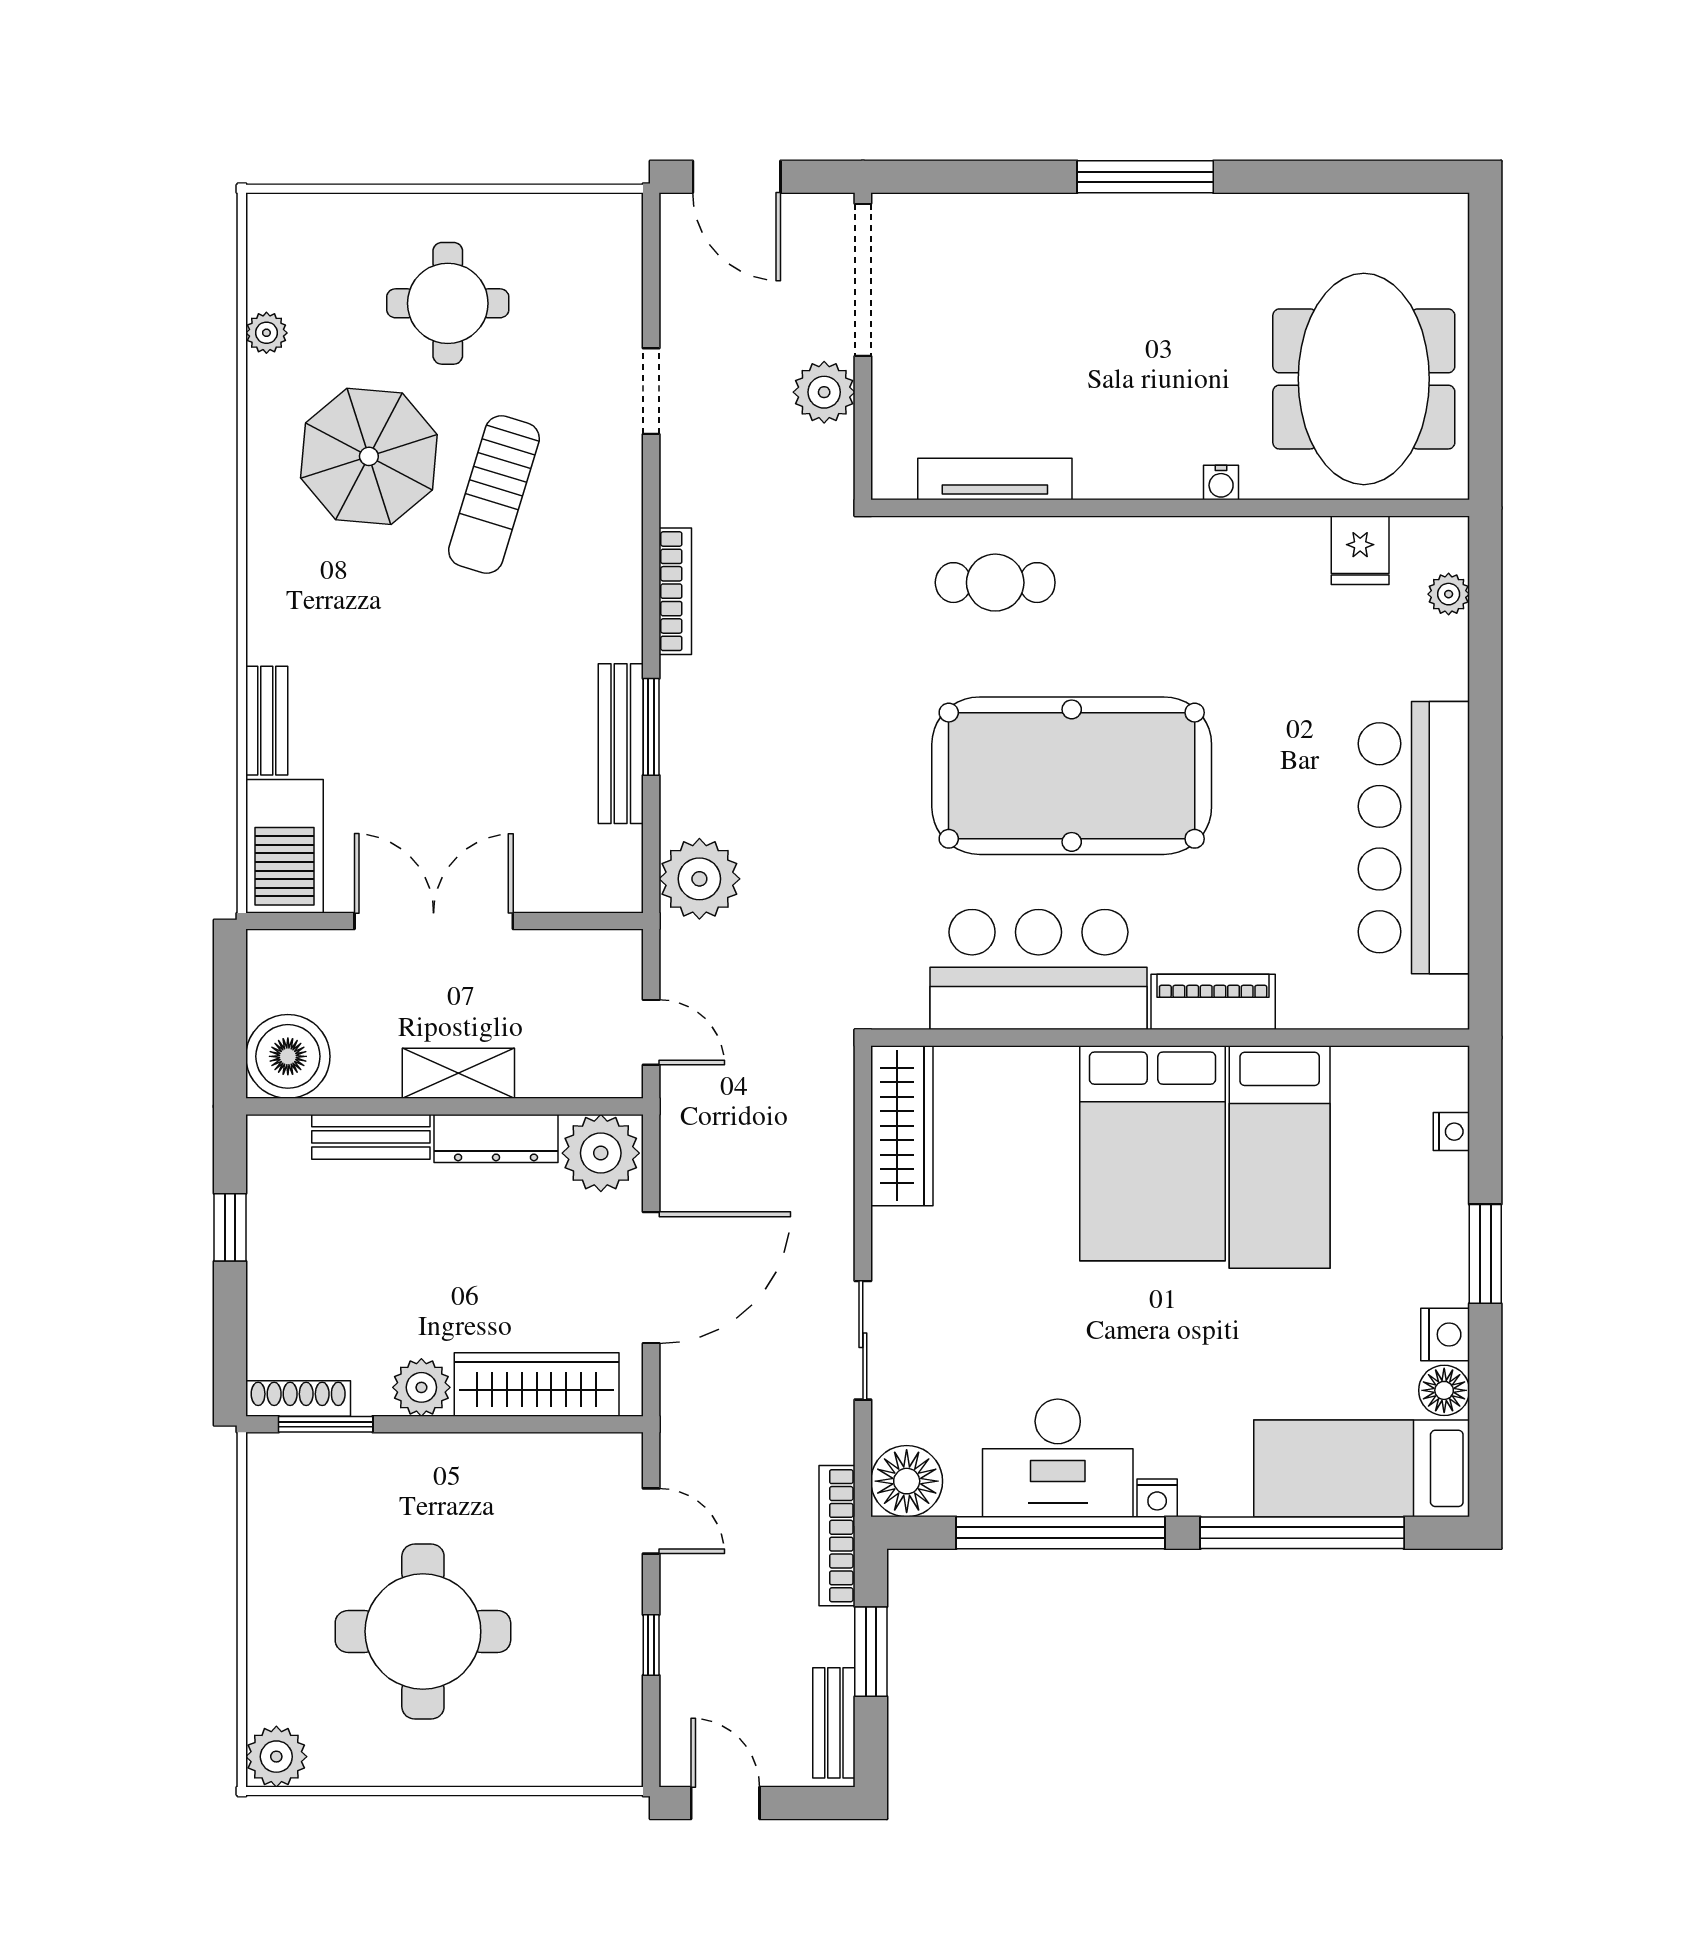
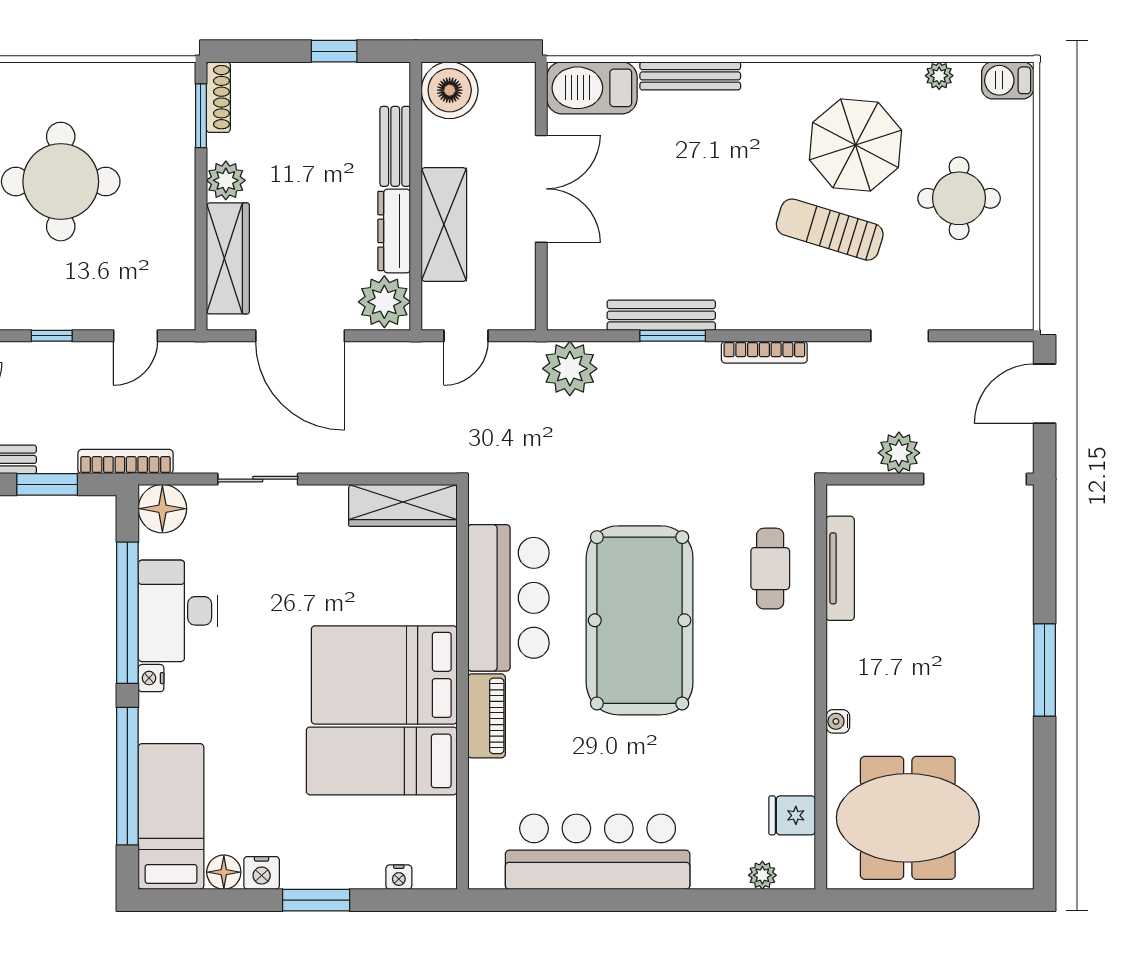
barbecue: (273, 231) -> (1008, 80), added
bench: (267, 721) -> (690, 76), width x1.36
shelving: (458, 1073) -> (444, 224), width x1.50, depth x1.33

